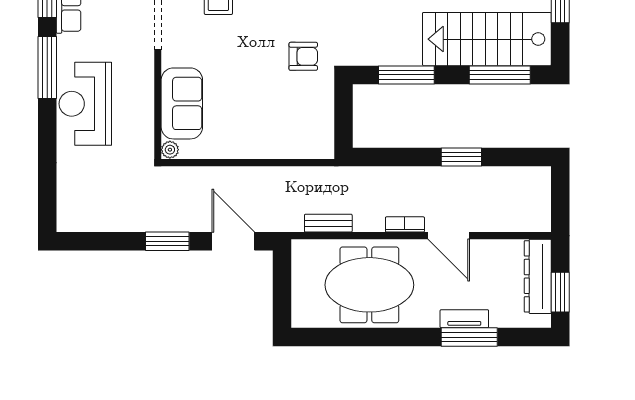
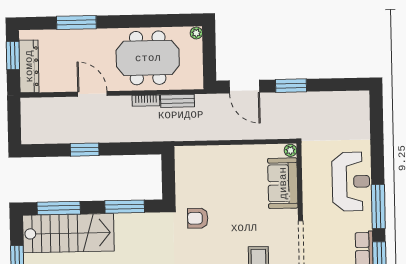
bookcase: (405, 224) -> (146, 101), moved
plant: (300, 319) -> (196, 33), added
tv unit: (464, 319) -> (80, 35), removed

